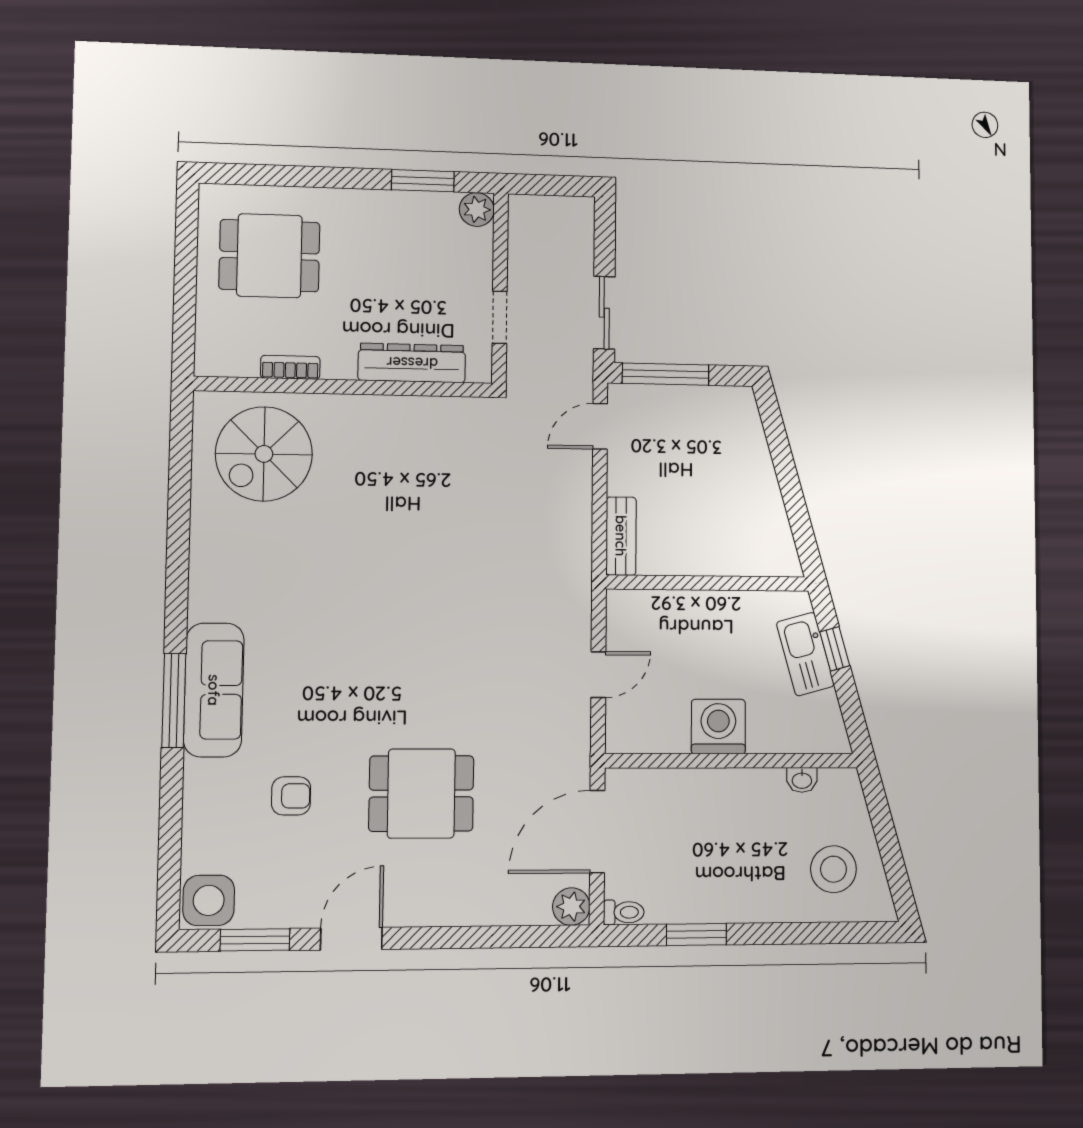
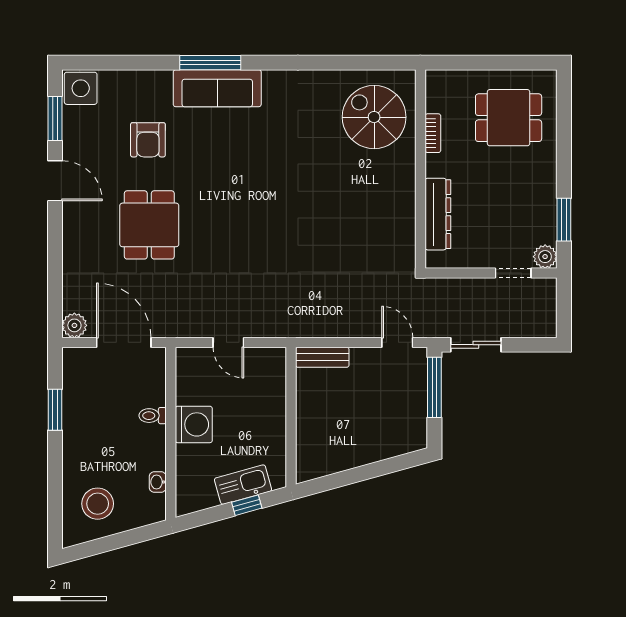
dining table: (269, 256) -> (509, 118), turned 90
doorway: (500, 317) -> (513, 273), moved
armchair: (291, 796) -> (148, 140), width x1.38, depth x1.38
toilet: (624, 912) -> (153, 416), moved, turned 90

